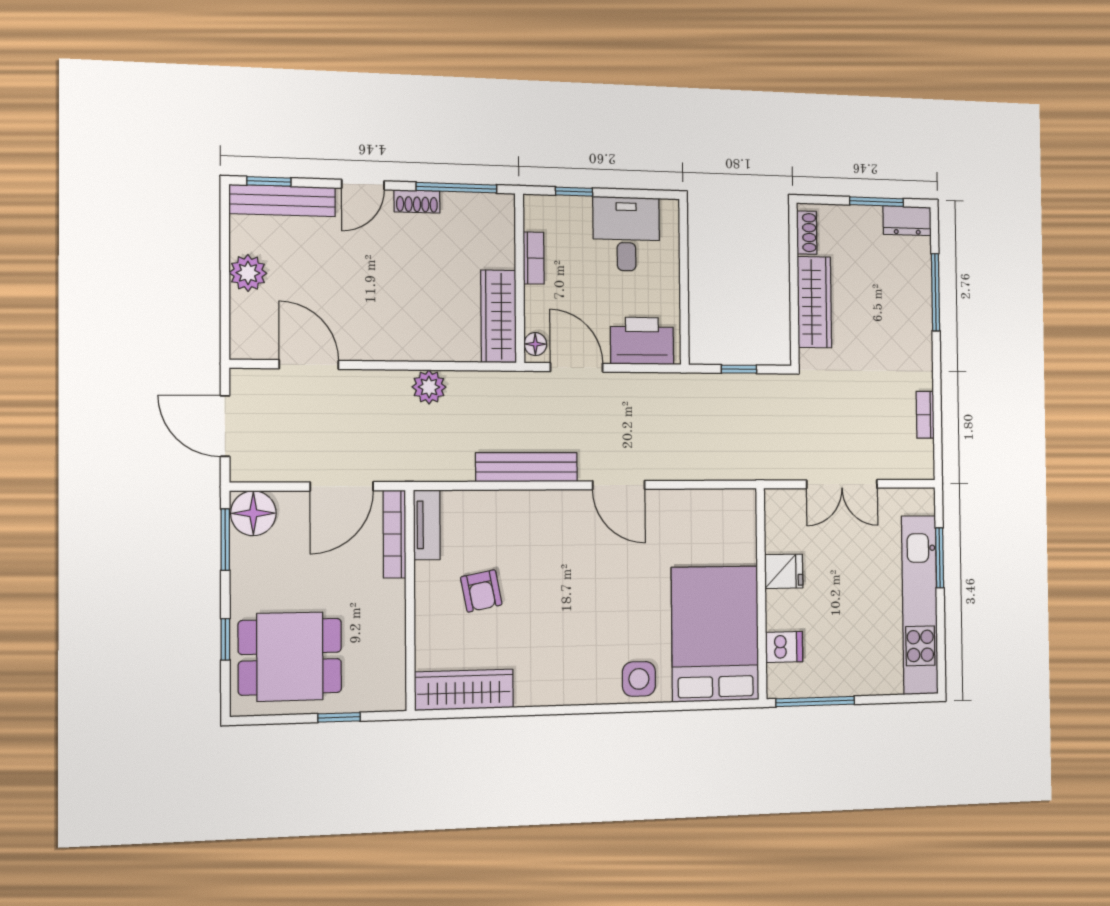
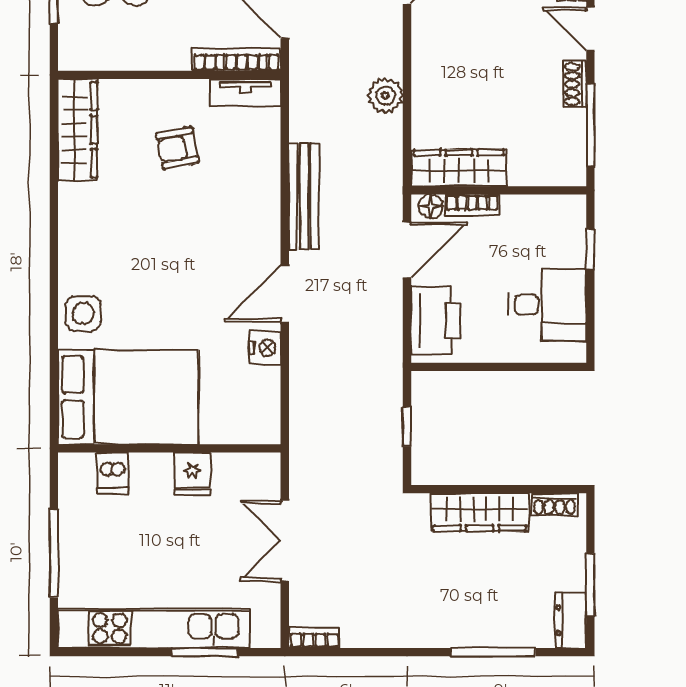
bookcase: (534, 258) -> (472, 205), moved
bookcase: (925, 415) -> (314, 638), moved
nightstand: (669, 504) -> (265, 348), added
window: (815, 701) -> (54, 553), moved

